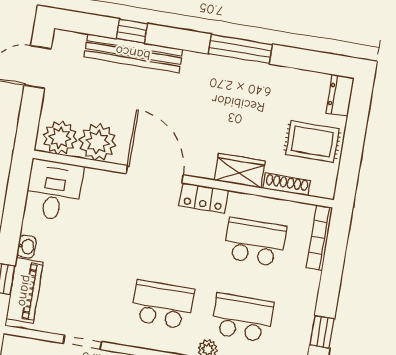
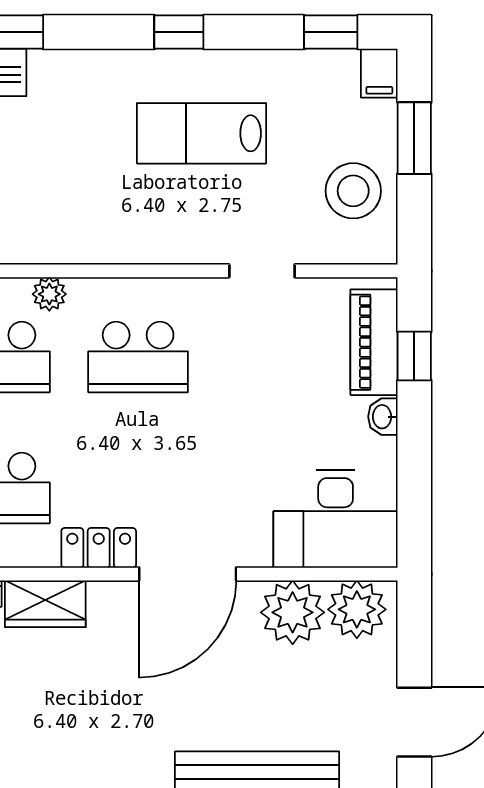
door: (155, 174) -> (188, 574), hinge flipped
desk: (54, 190) -> (336, 519), width x1.37

